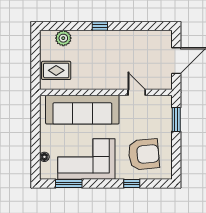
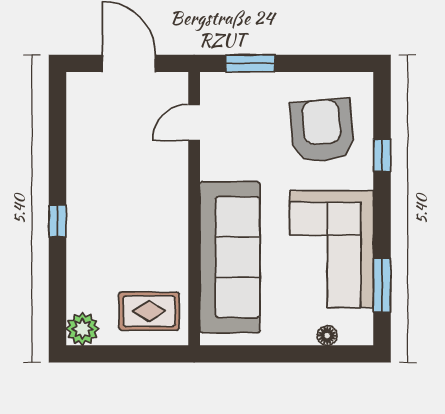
plant: (63, 38) -> (82, 329), moved
rug: (56, 70) -> (149, 311), turned 90
door: (137, 92) -> (194, 123), moved

